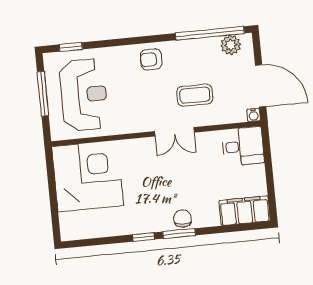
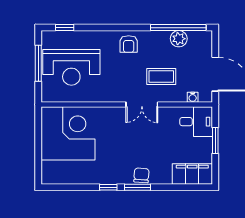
plant: (231, 45) -> (179, 39), moved
armchair: (151, 59) -> (129, 44), turned -90
reception desk: (84, 95) -> (71, 67), turned 90
water cooler: (254, 115) -> (193, 97), moved
window: (269, 167) -> (215, 140), added

